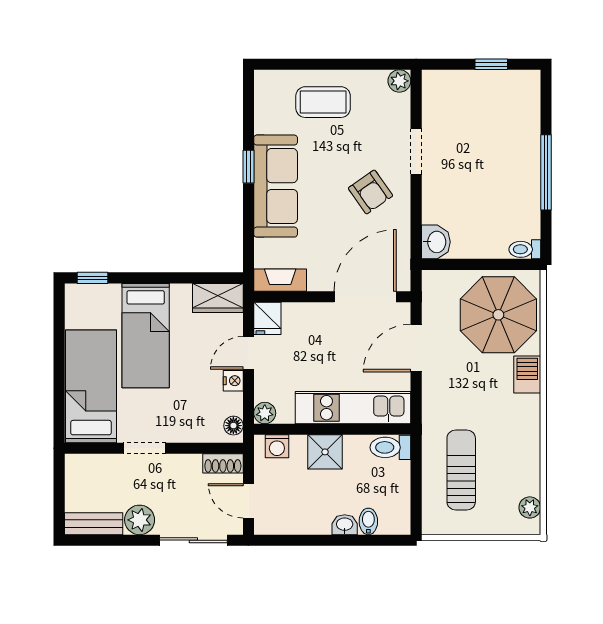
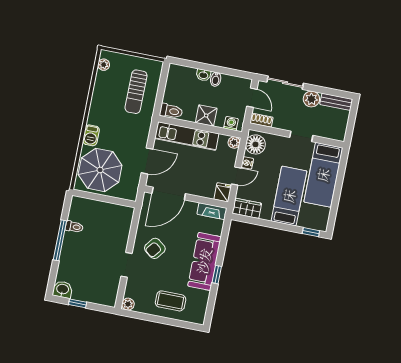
armchair: (370, 192) -> (155, 248), turned -107
washbasin: (436, 242) -> (63, 289), moved, turned 90
toilet: (525, 249) -> (74, 227), moved
floor lamp: (233, 426) -> (255, 144), width x1.89, depth x1.89
bidet: (368, 521) -> (216, 79), moved

